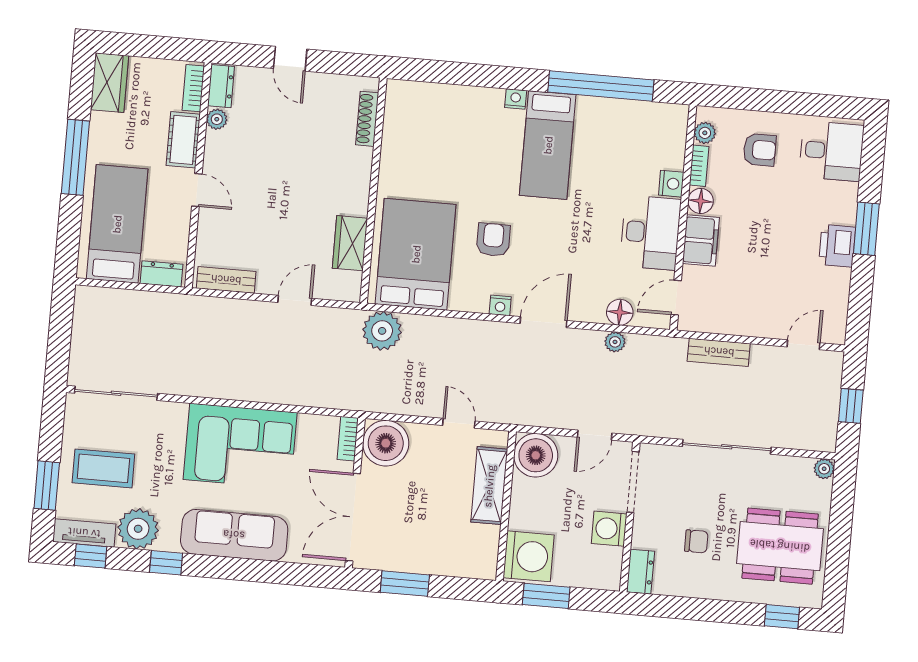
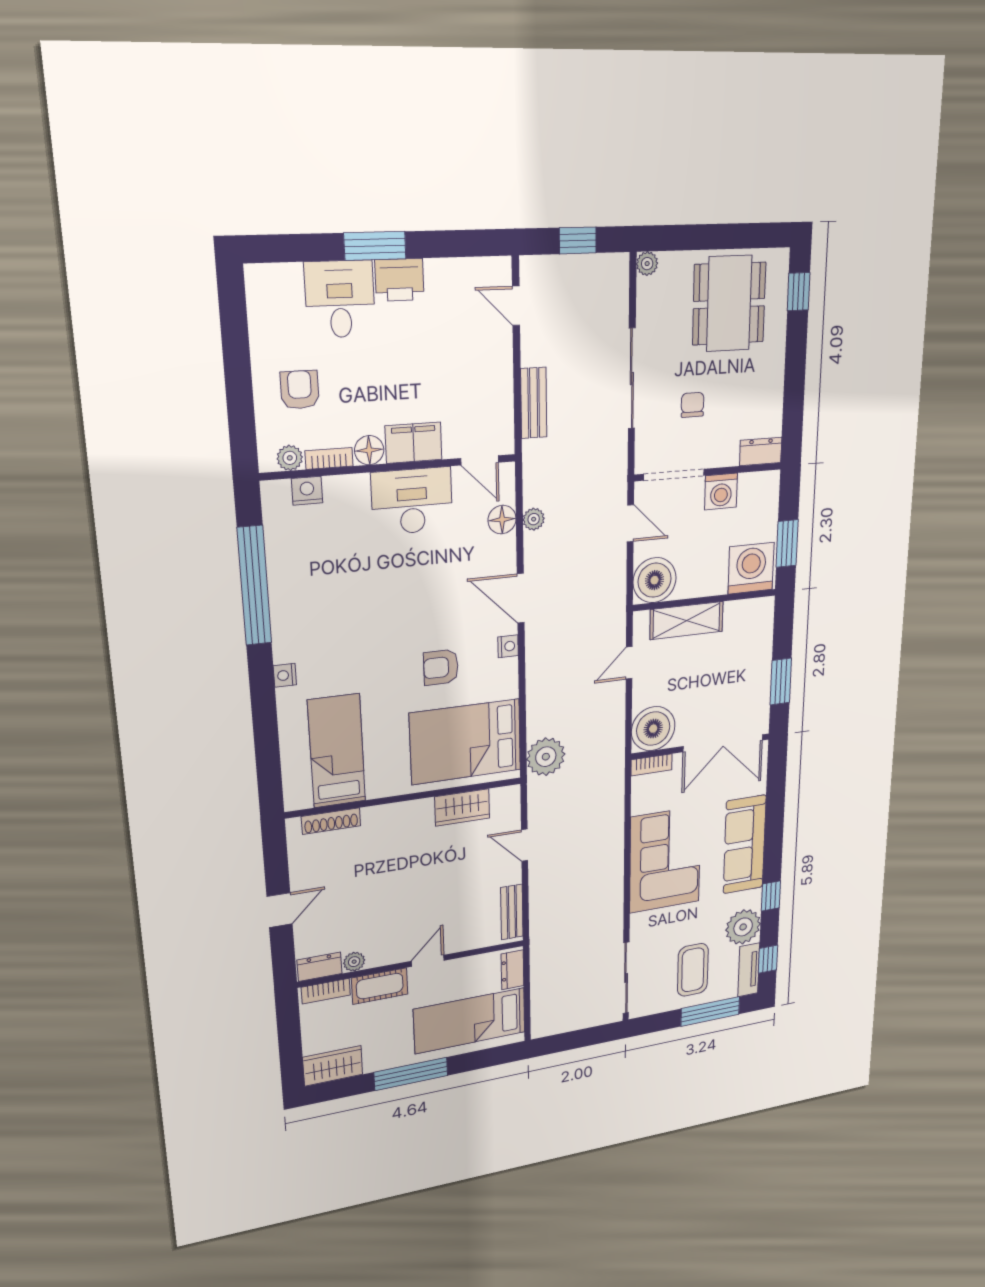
bed: (548, 145) -> (337, 751), moved, turned -90
desk: (831, 151) -> (340, 299), moved
nightstand: (671, 184) -> (307, 491), moved
window: (47, 485) -> (710, 1011), width x1.44
chair: (696, 541) -> (693, 405), moved

